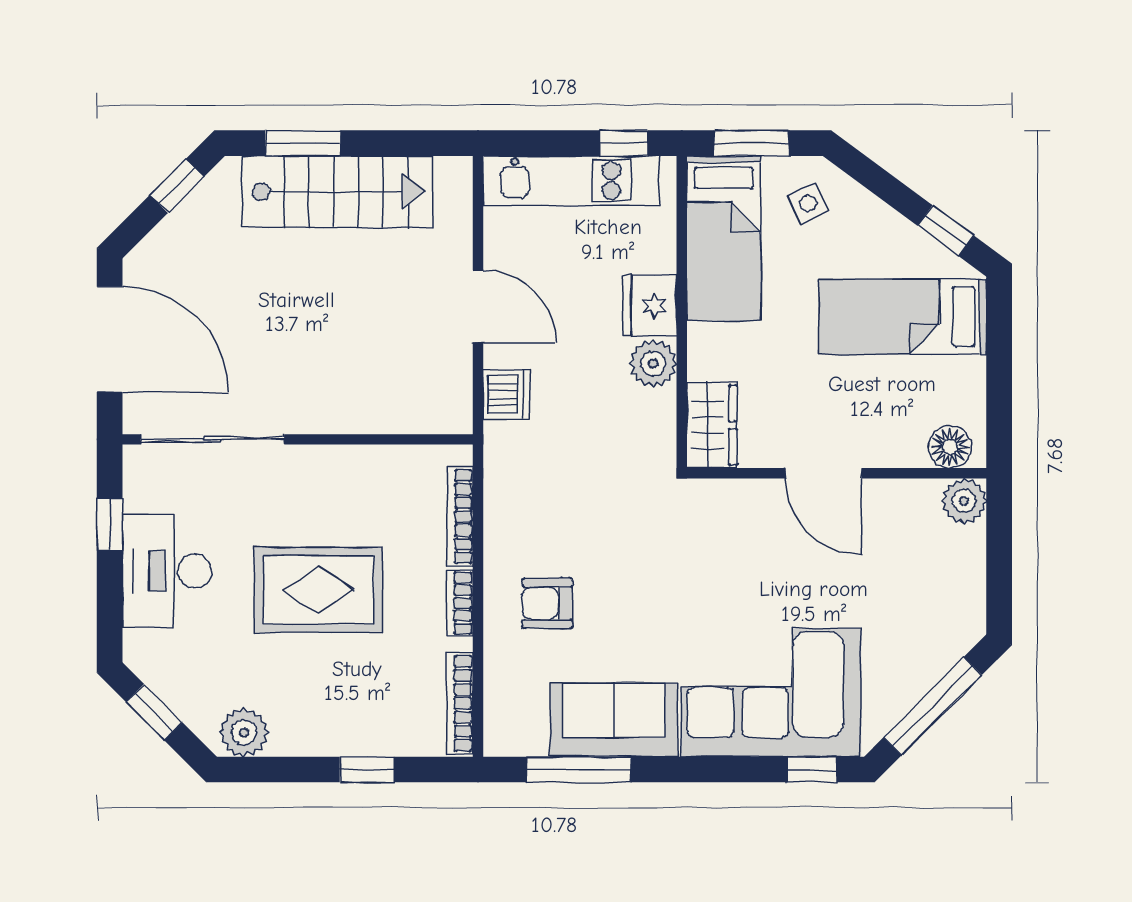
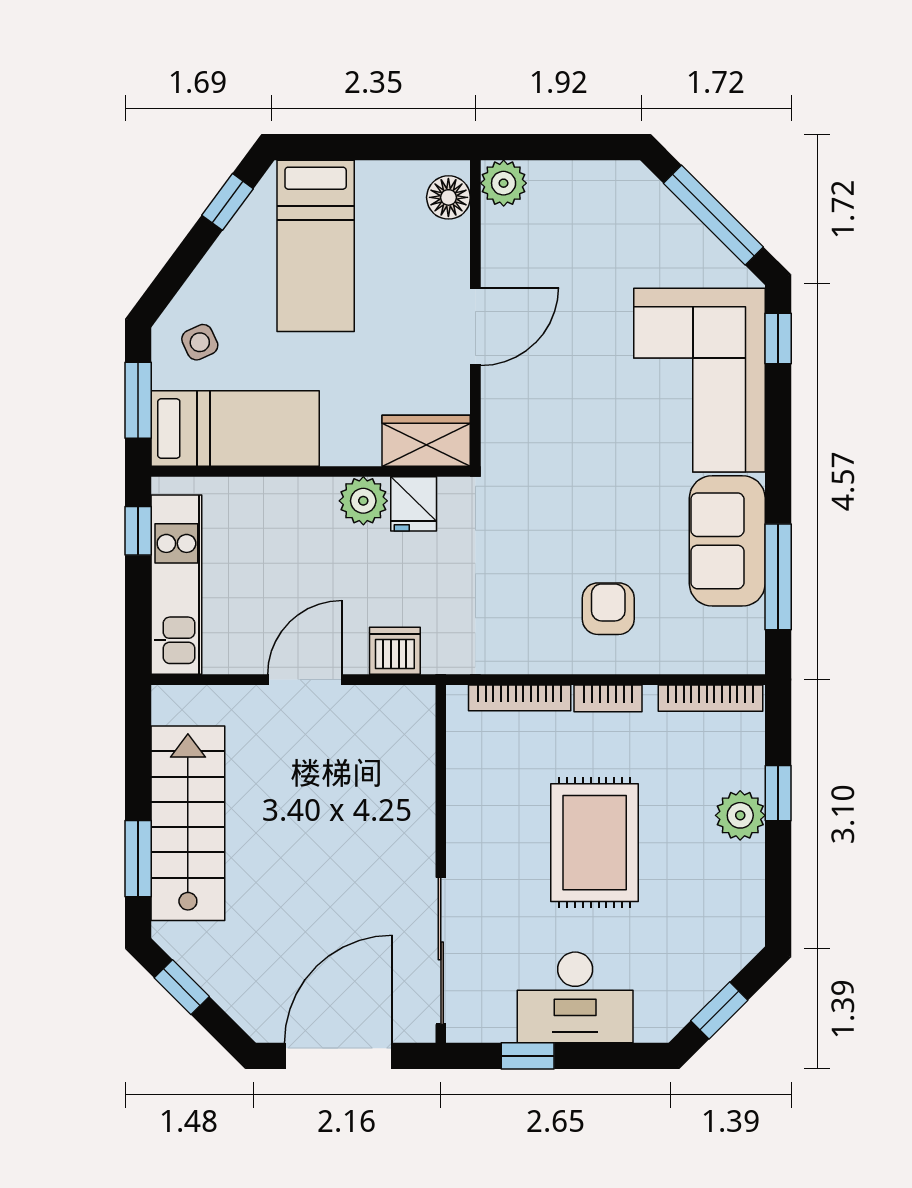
fridge: (650, 306) -> (414, 504), moved, width x0.72
armchair: (547, 603) -> (608, 609), turned 180
plant: (244, 733) -> (740, 815), moved

